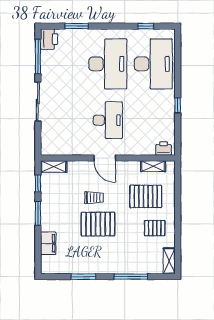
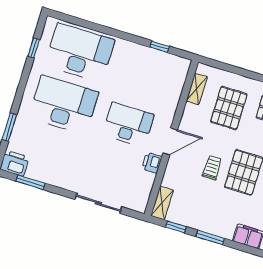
window: (38, 56) -> (30, 182), width x0.69
sliding door: (38, 101) -> (98, 203), moved
window: (178, 105) -> (160, 47), moved
printer: (164, 149) -> (152, 163), moved

